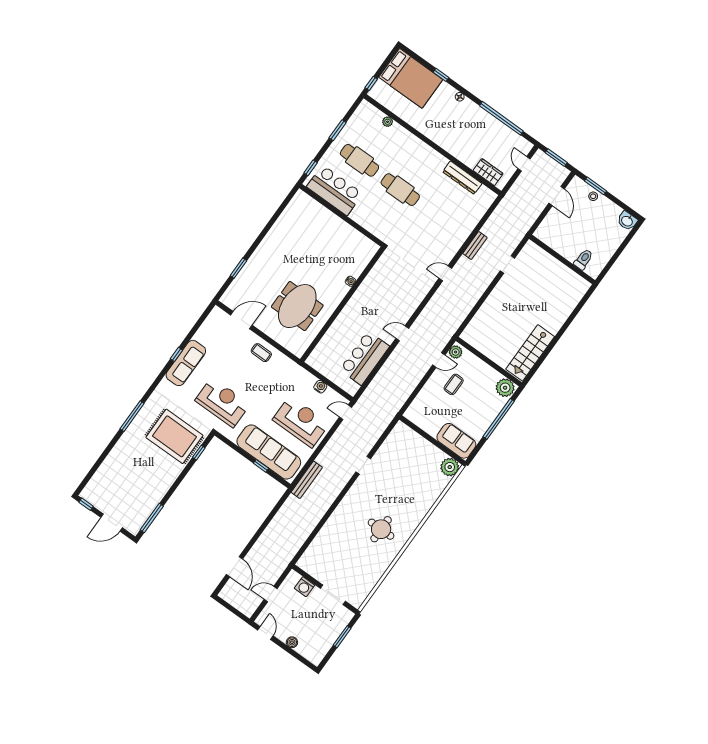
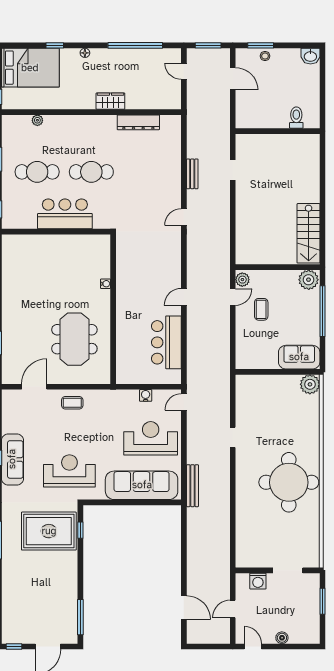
wardrobe: (488, 172) -> (110, 101), moved
bar counter: (335, 190) -> (65, 214), moved
window: (261, 466) -> (143, 502), removed
round table: (381, 529) -> (289, 482), width x1.86, depth x1.86

